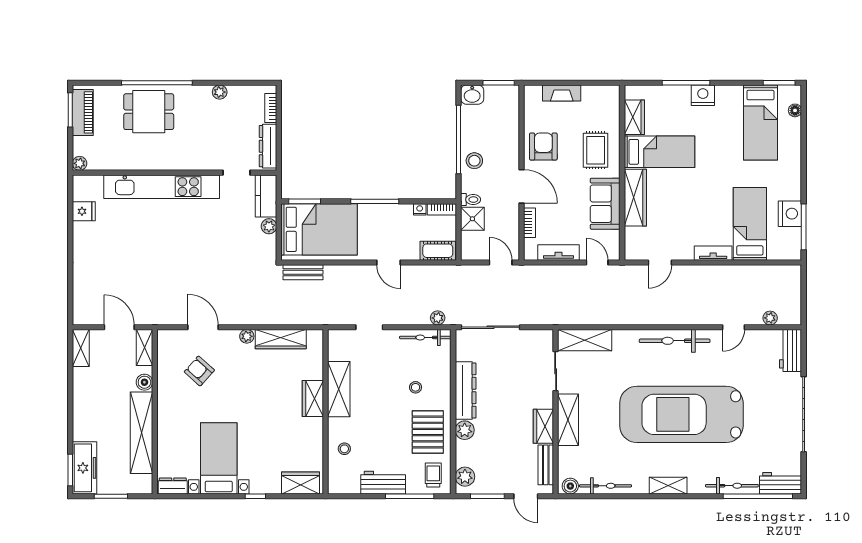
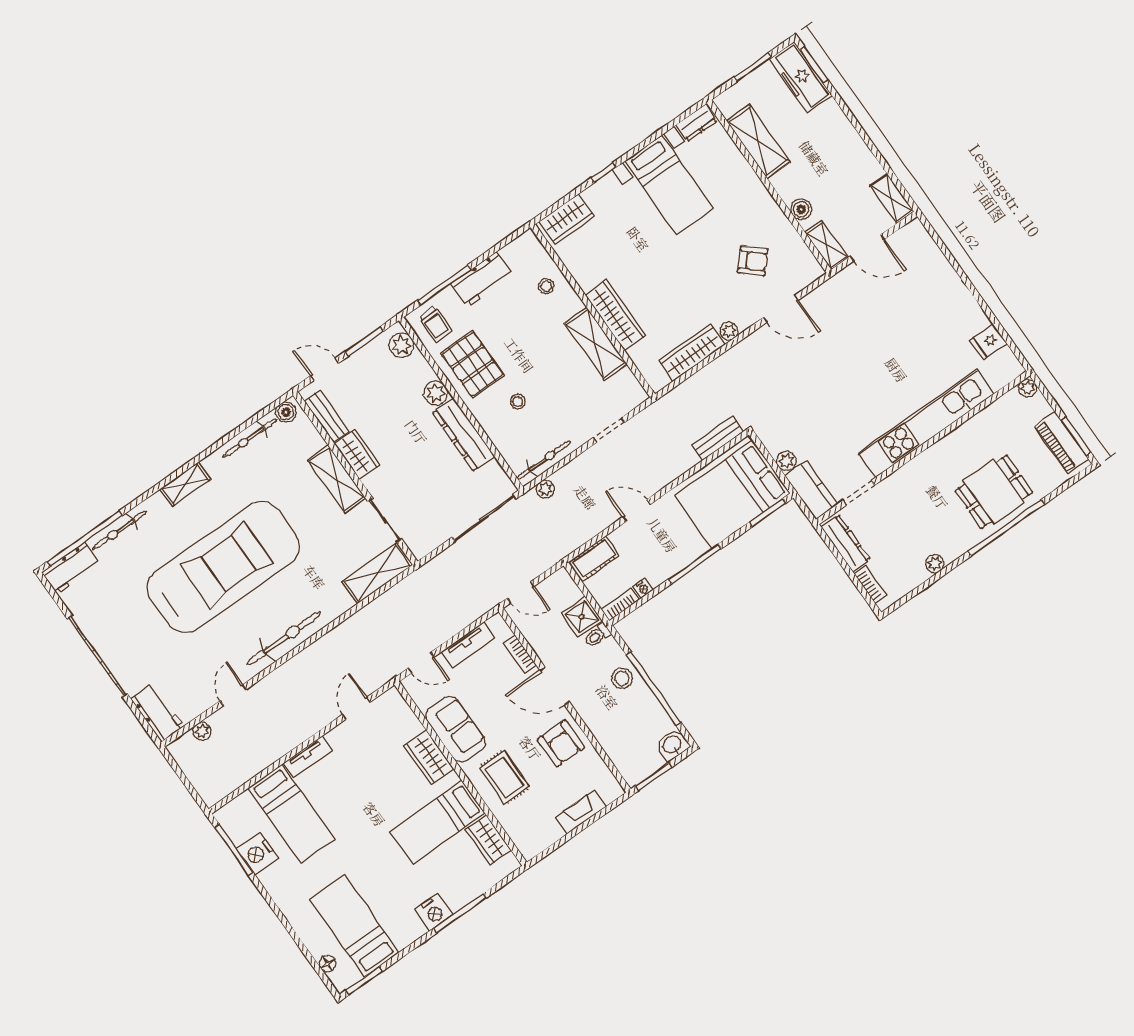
wardrobe: (635, 198) -> (429, 757), width x0.67
wardrobe: (313, 399) -> (615, 315), width x1.50
shelving: (141, 433) -> (758, 142), width x0.68

